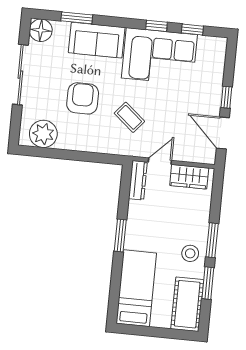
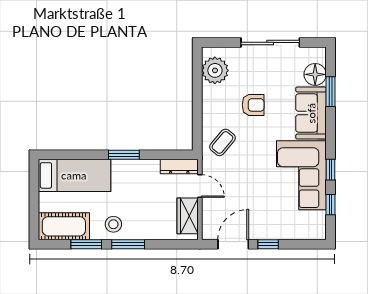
floor lamp: (41, 30) -> (315, 74), moved
armchair: (83, 98) -> (253, 105), width x0.72, depth x0.72
coffee table: (129, 117) -> (223, 142), moved

